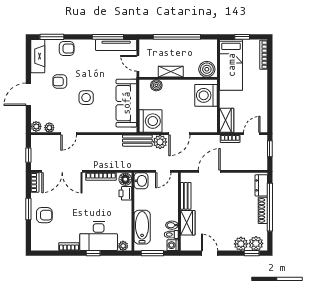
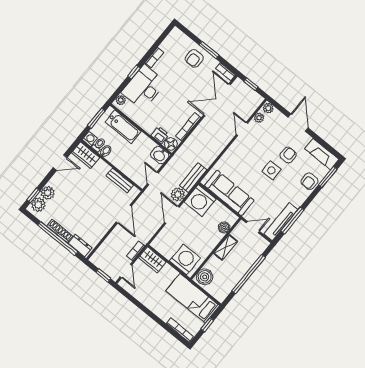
side table: (86, 98) -> (271, 170), moved
wardrobe: (188, 223) -> (86, 155), moved

